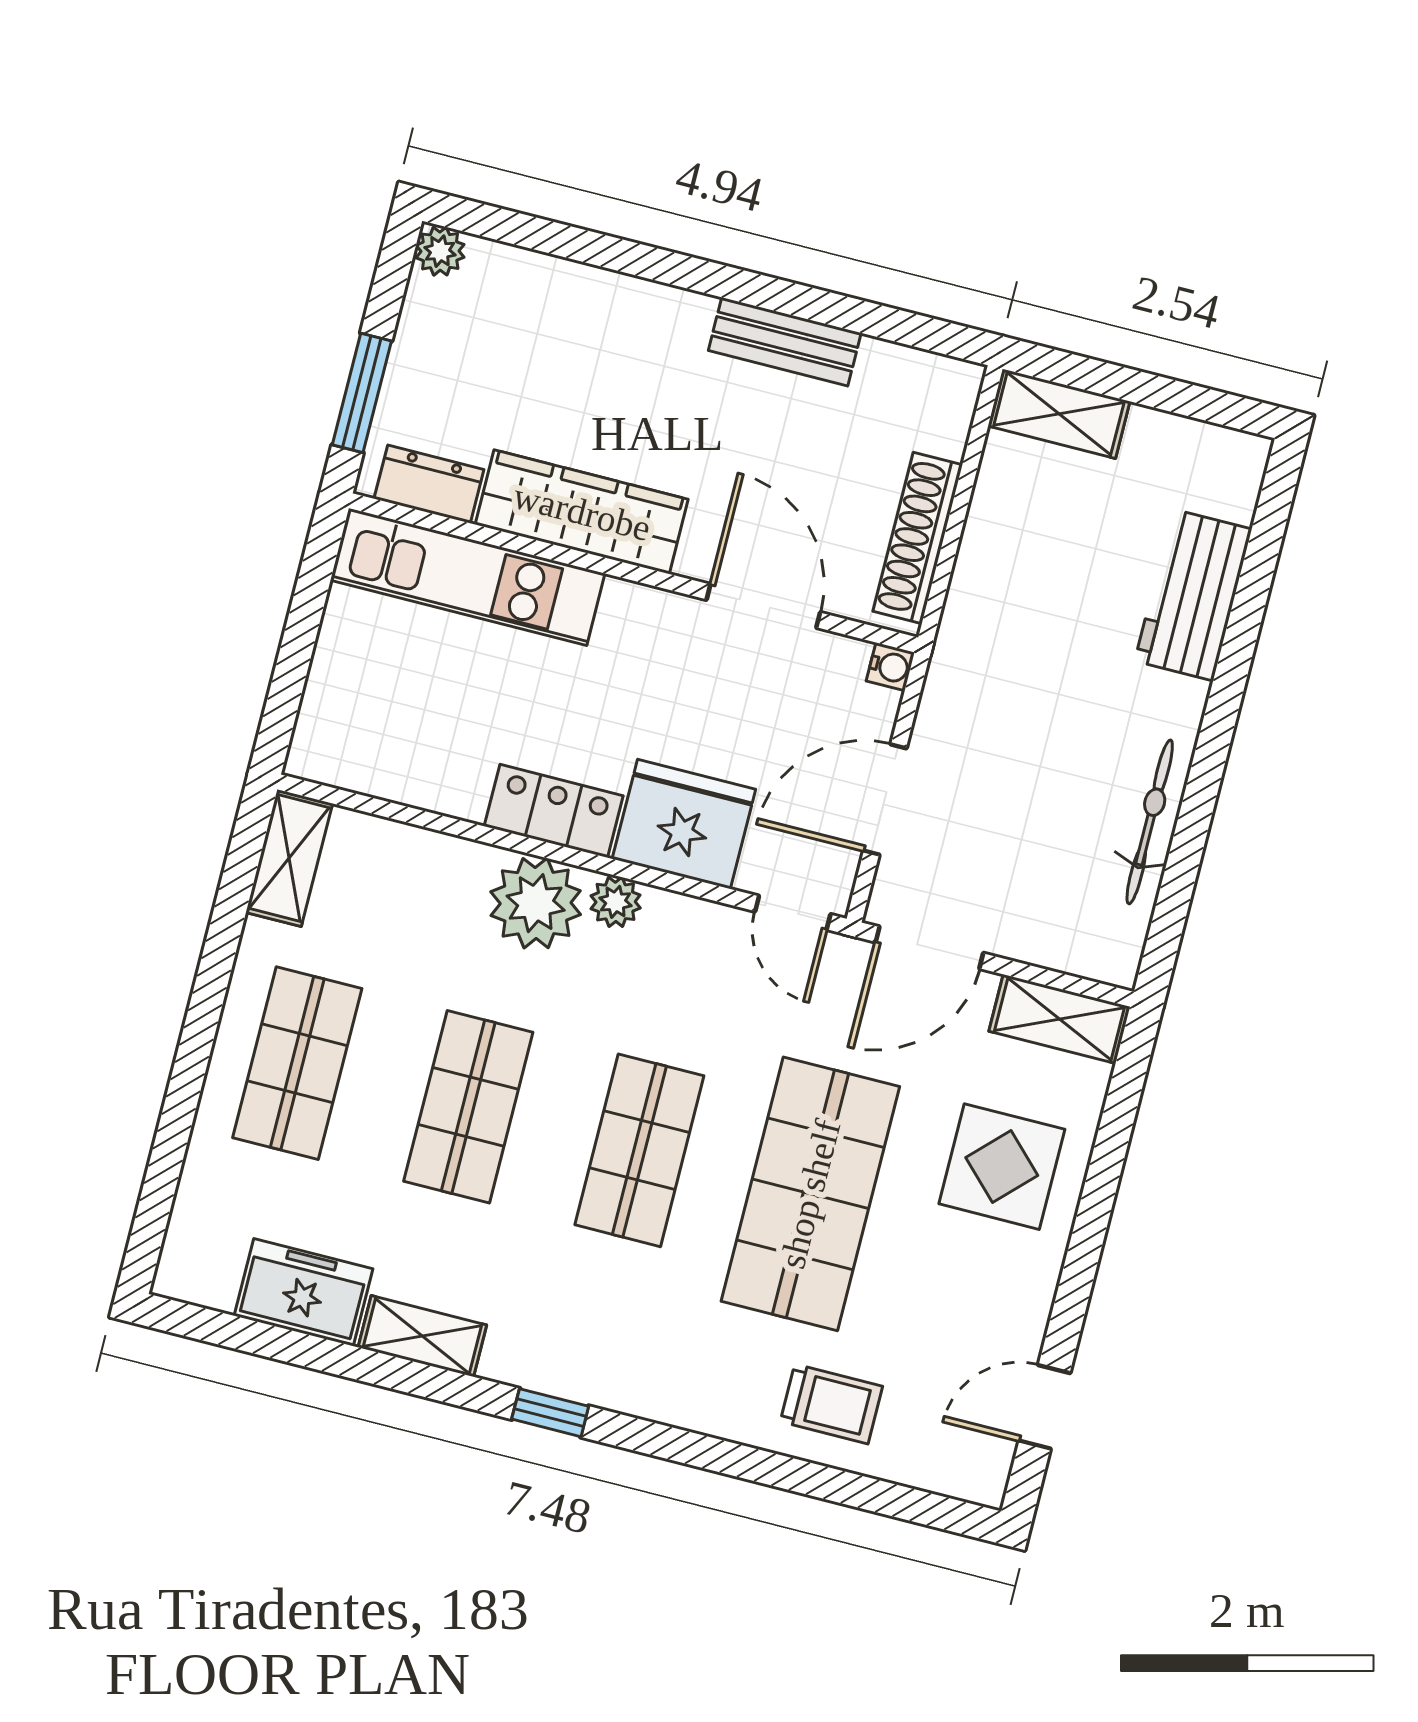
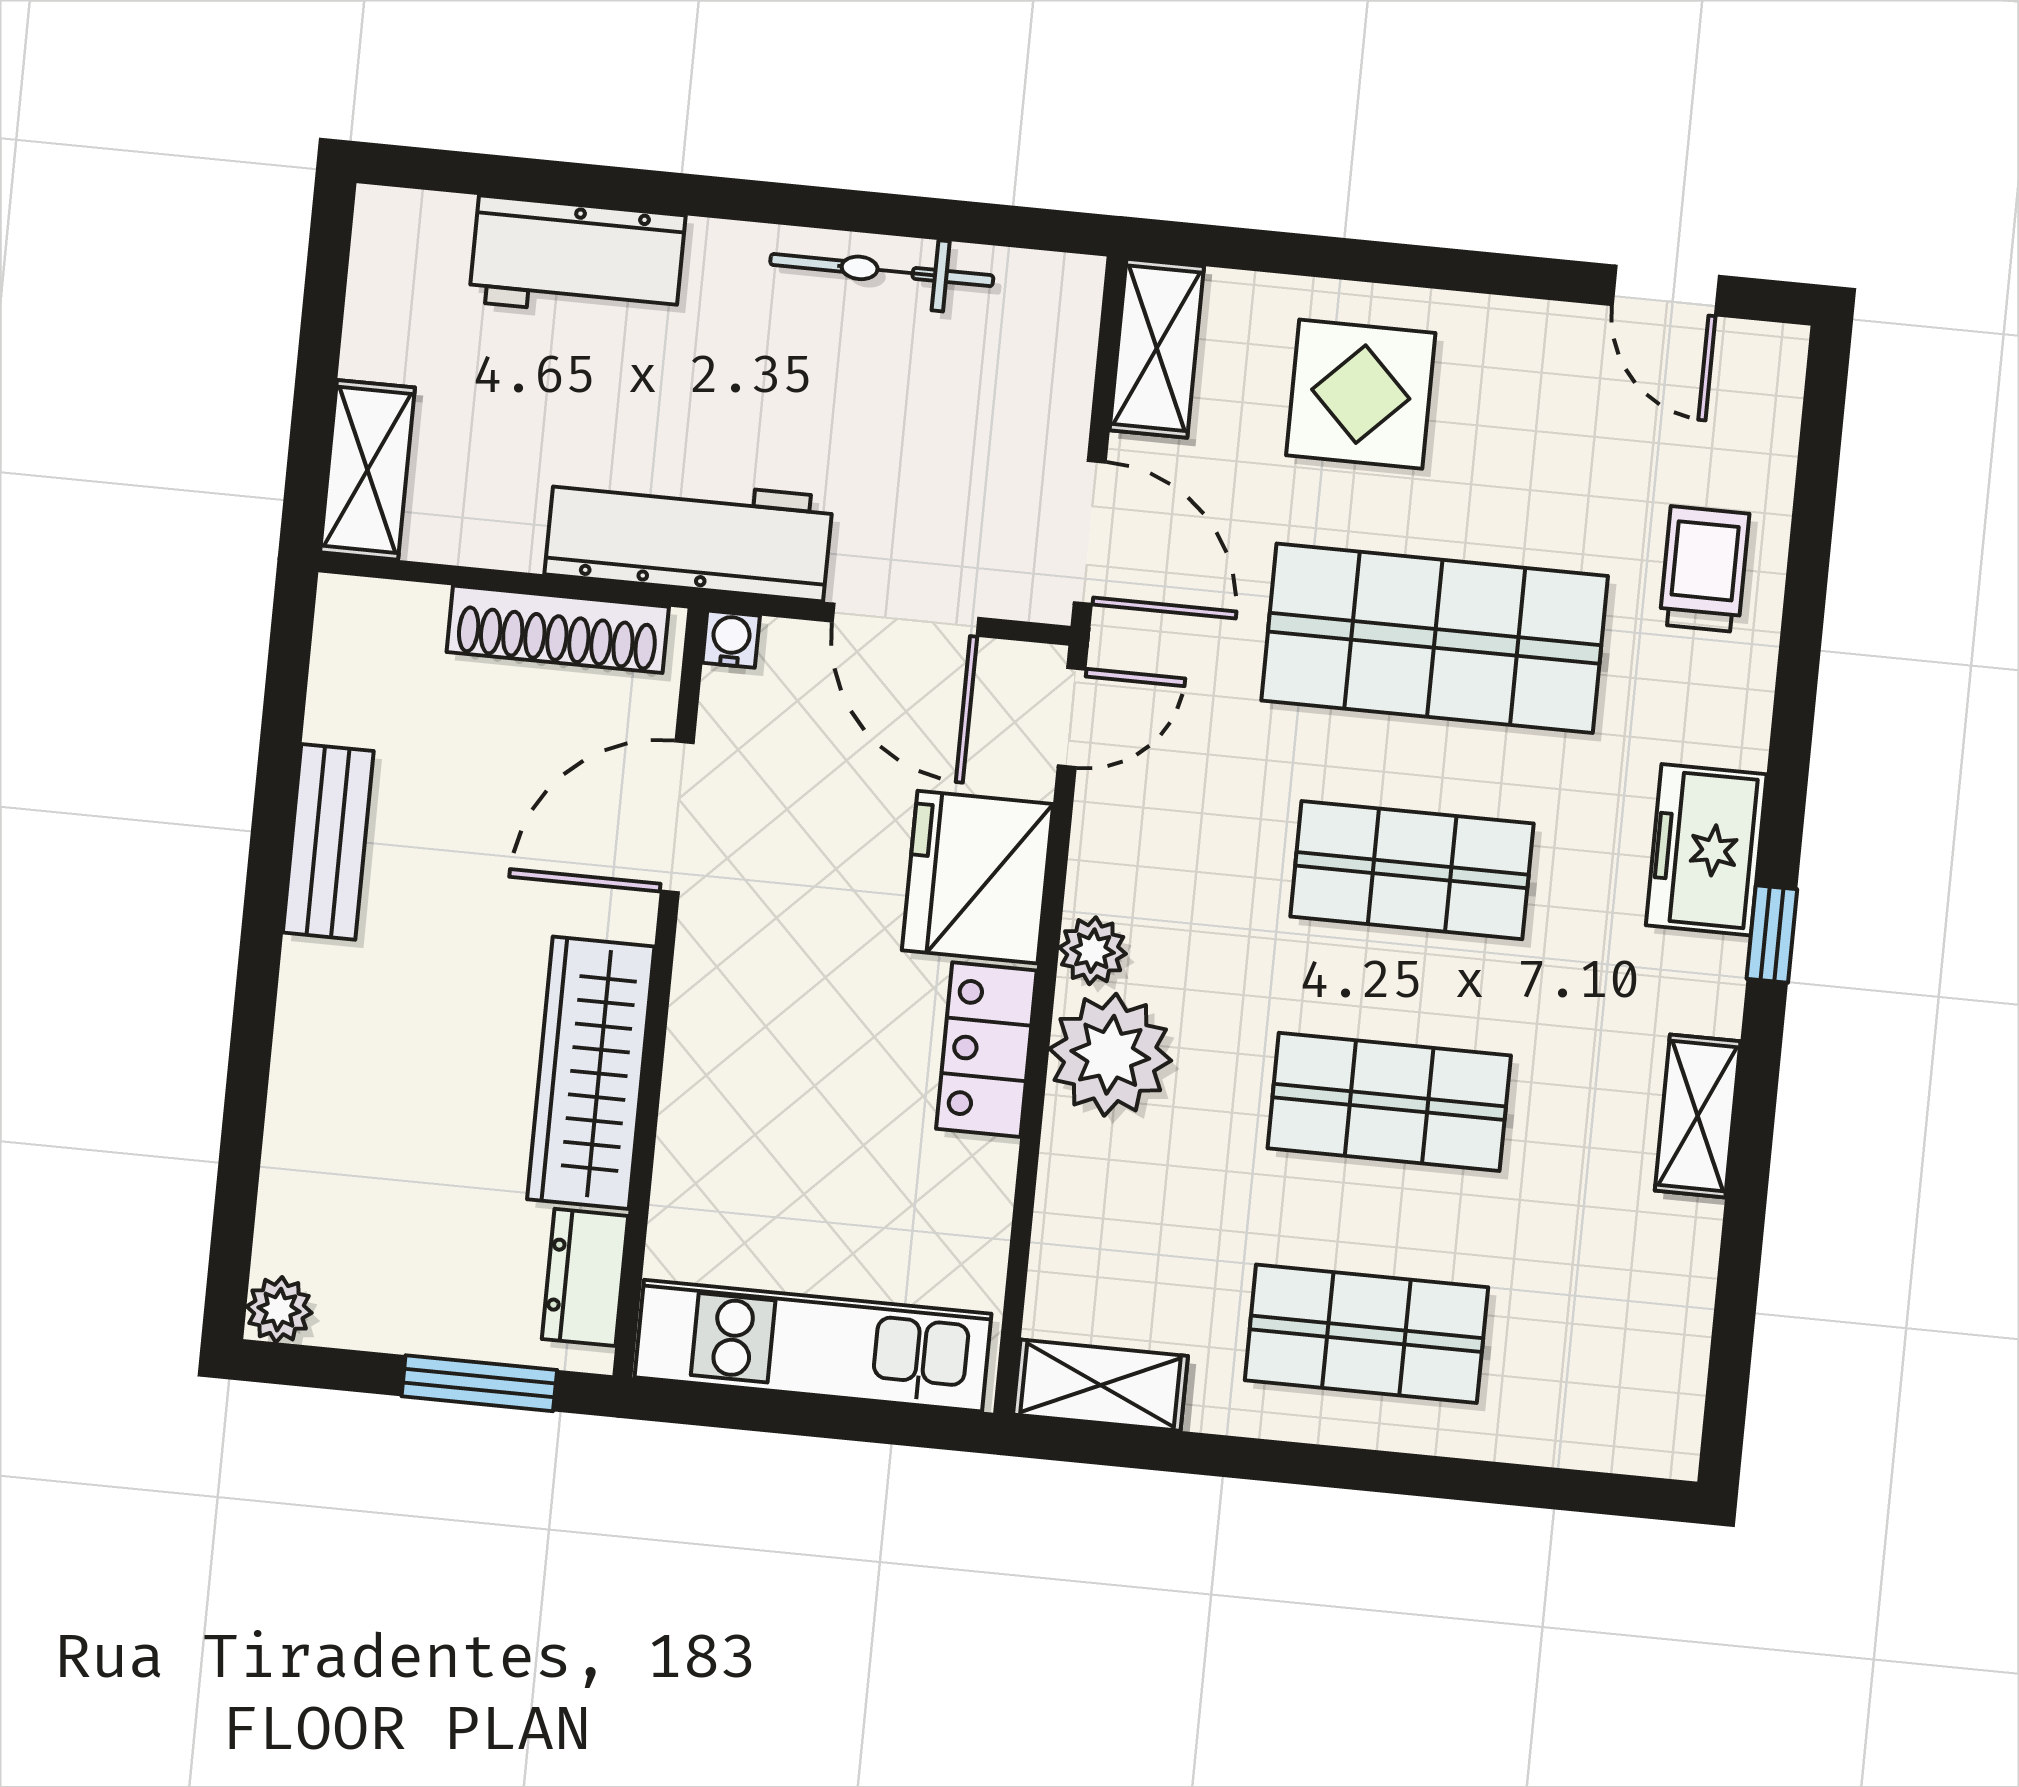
kitchen unit: (468, 577) -> (813, 1346), moved, turned -90
workbench: (973, 647) -> (689, 536), added
freezer: (303, 1292) -> (1706, 850), moved

